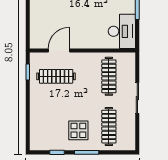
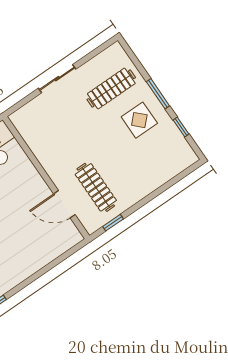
clothes rail: (109, 76) -> (55, 128), removed

